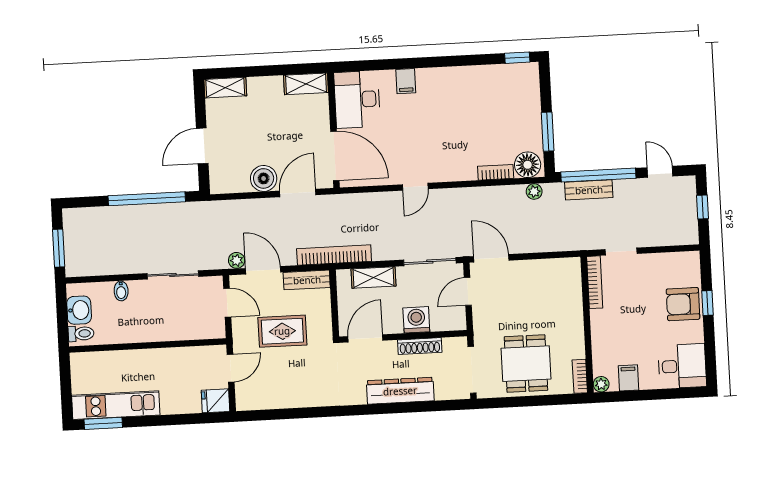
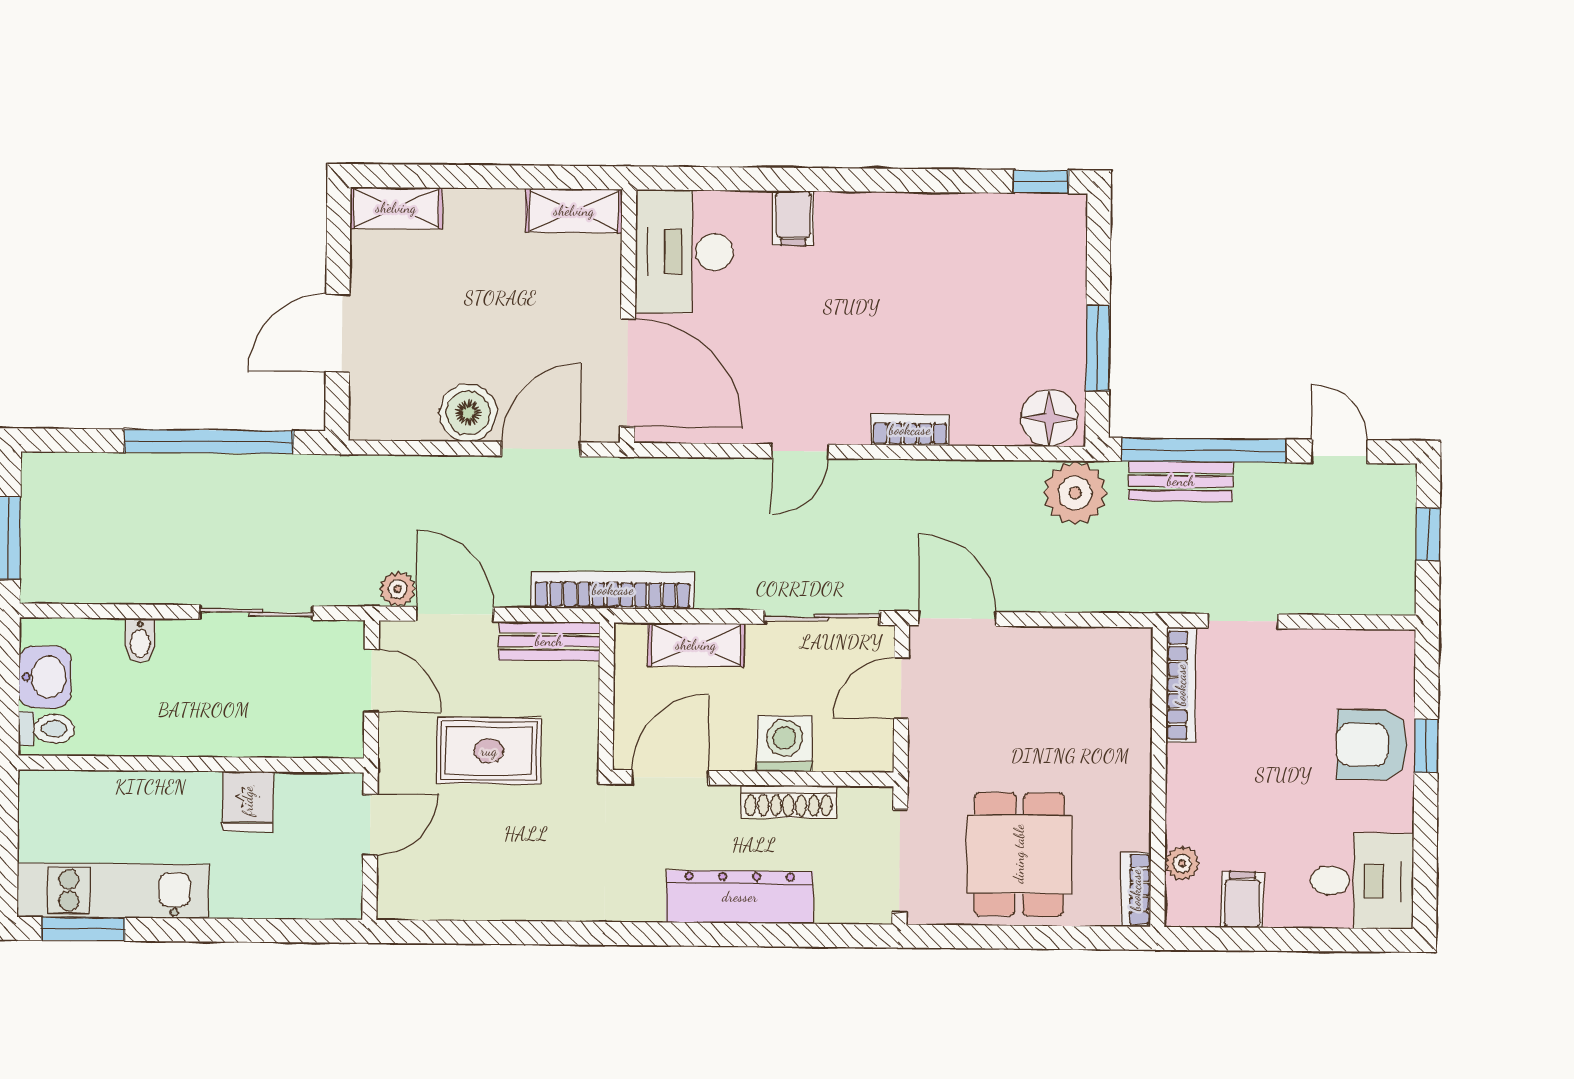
bookcase: (496, 172) -> (910, 430), moved
plant: (534, 192) -> (1075, 493), width x1.88, depth x1.88
plant: (601, 384) -> (1182, 863), moved
fridge: (216, 401) -> (248, 801), moved, turned -90

